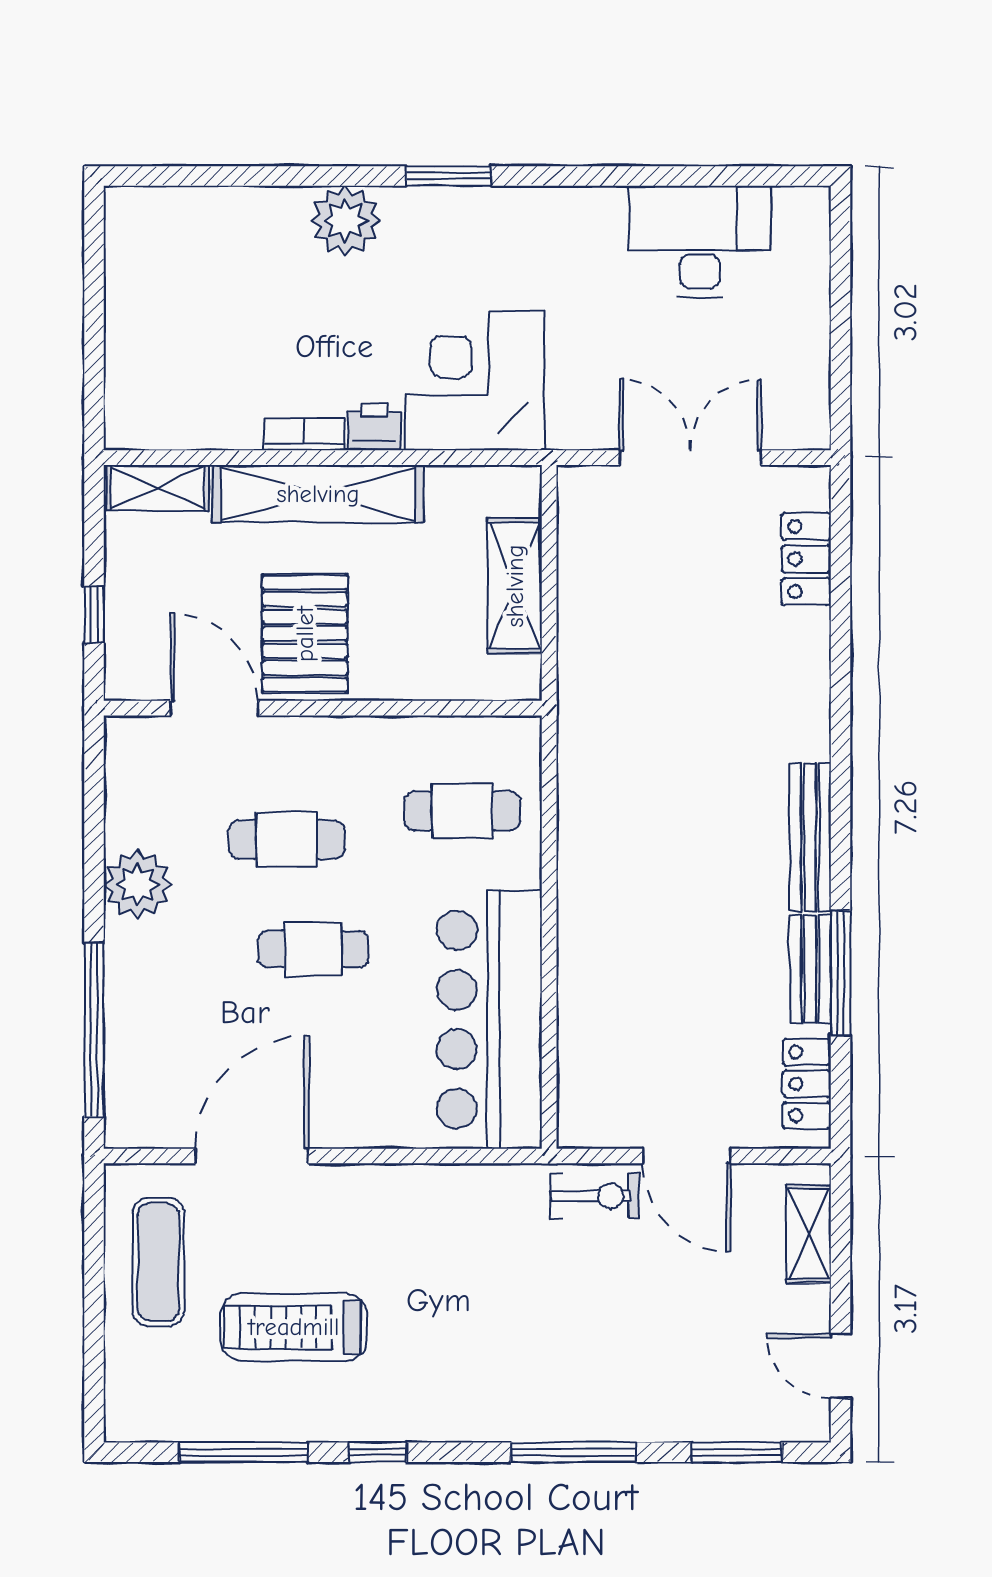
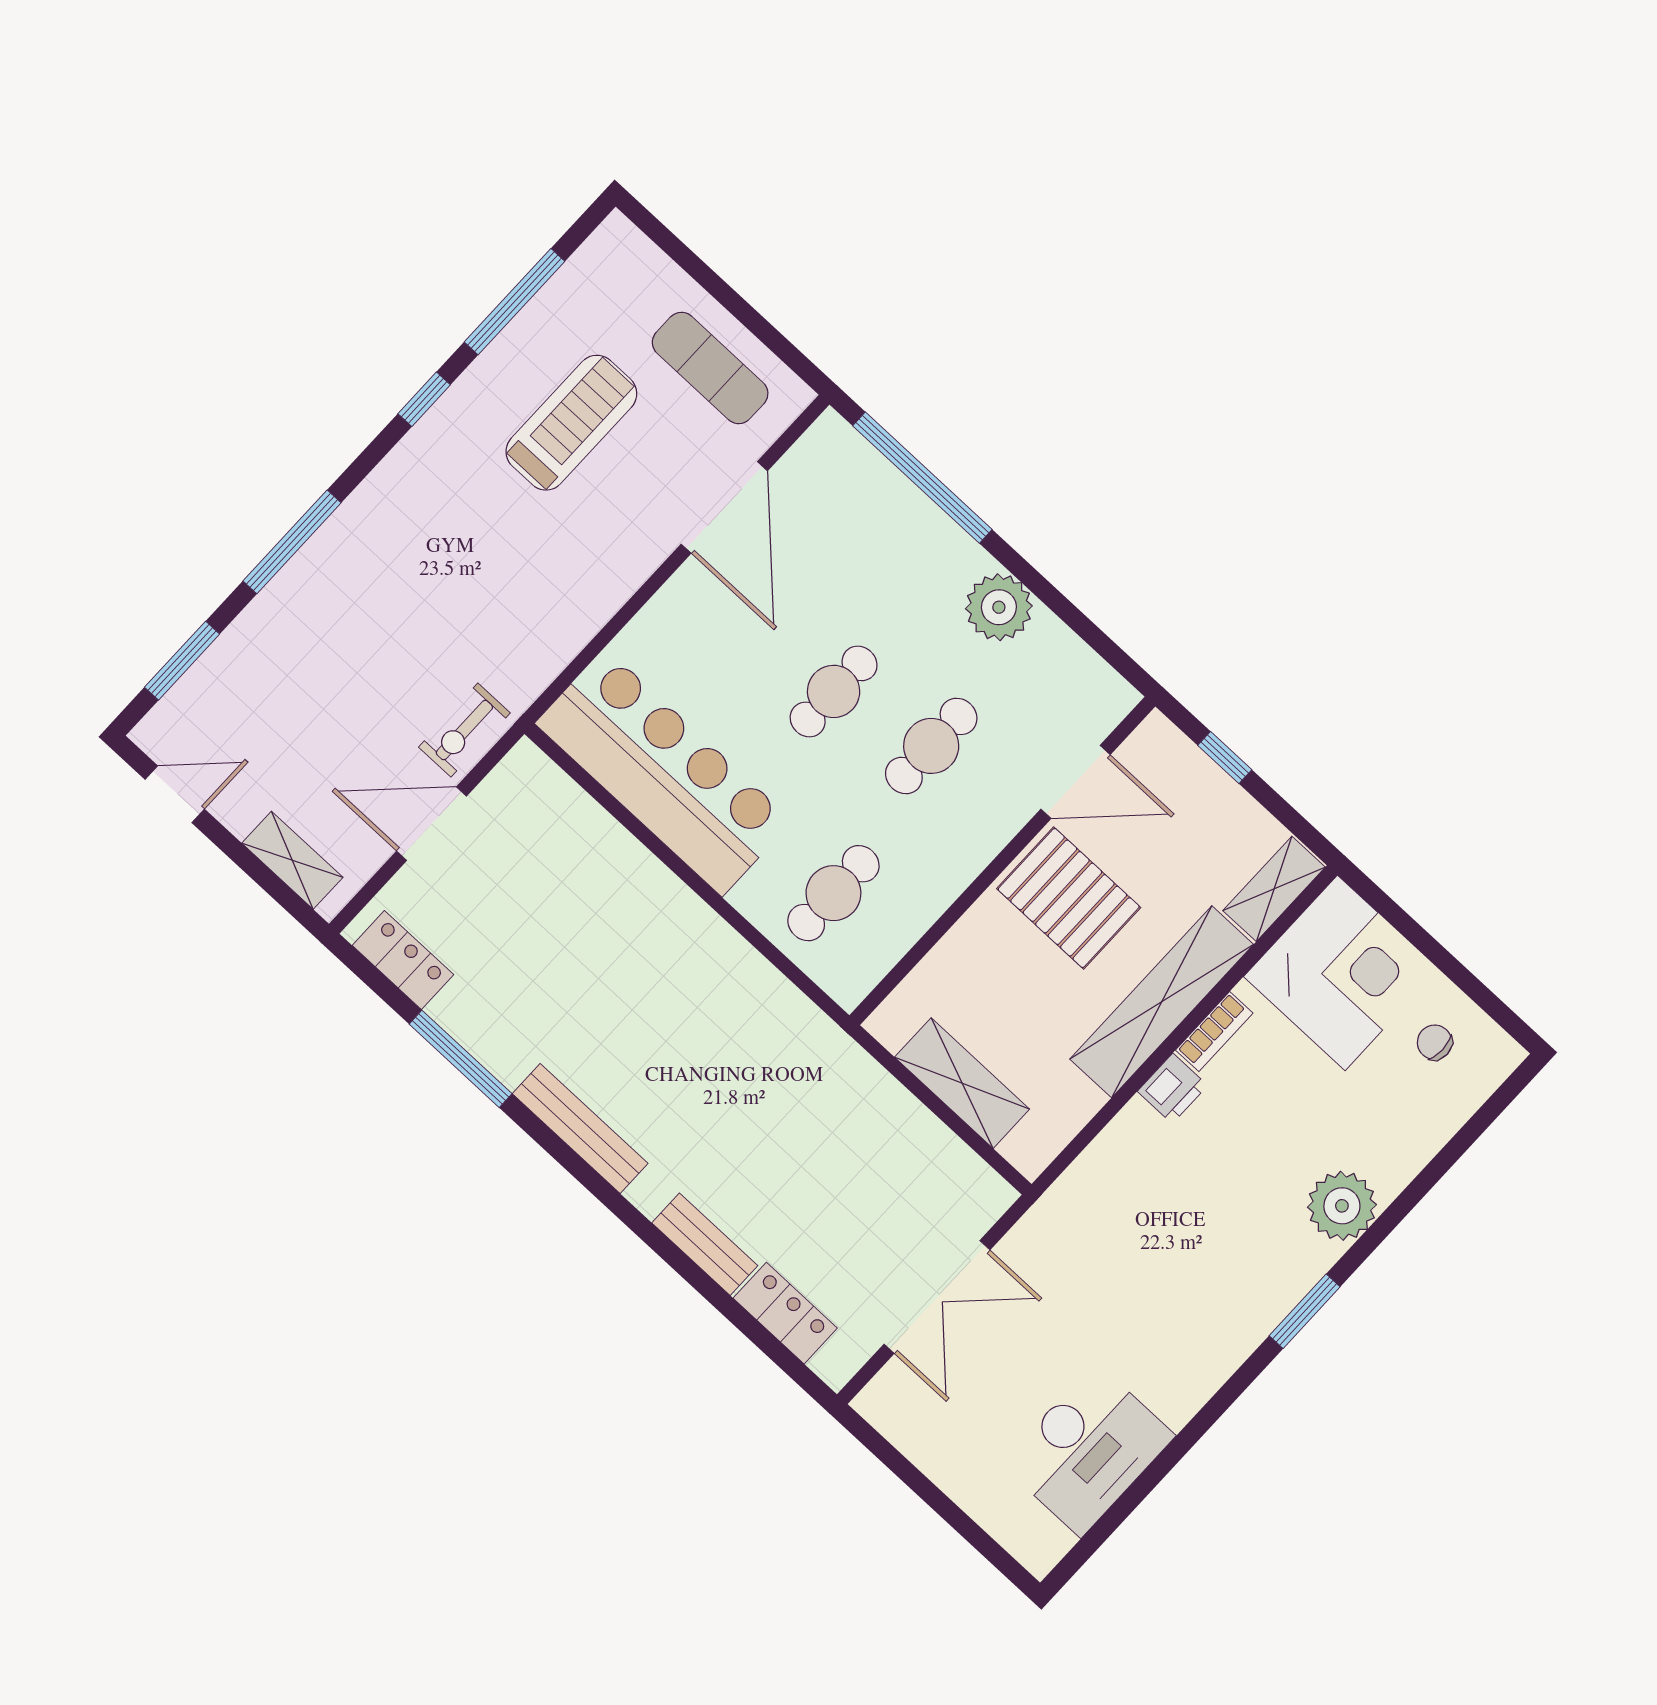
chair: (161, 264) -> (1435, 1042), added
corner desk: (475, 381) -> (1341, 973), moved
bench: (810, 969) -> (705, 1244), moved

